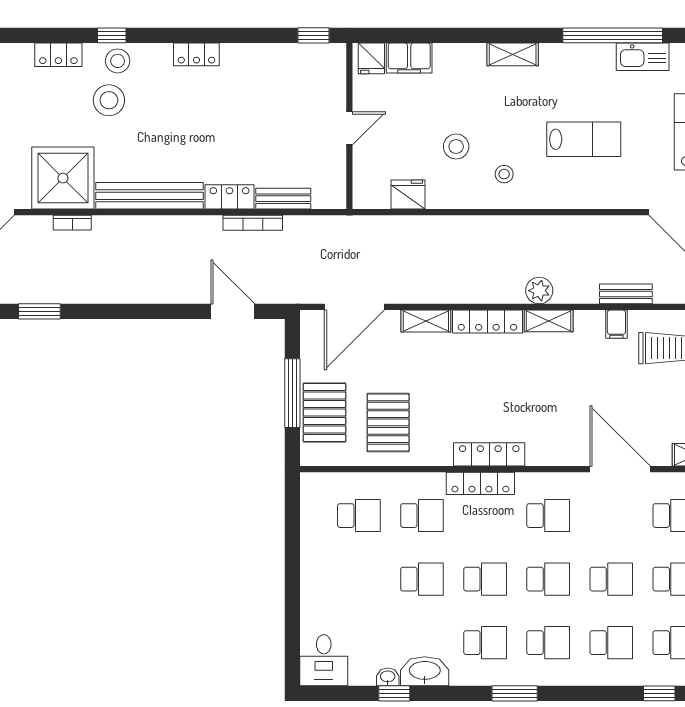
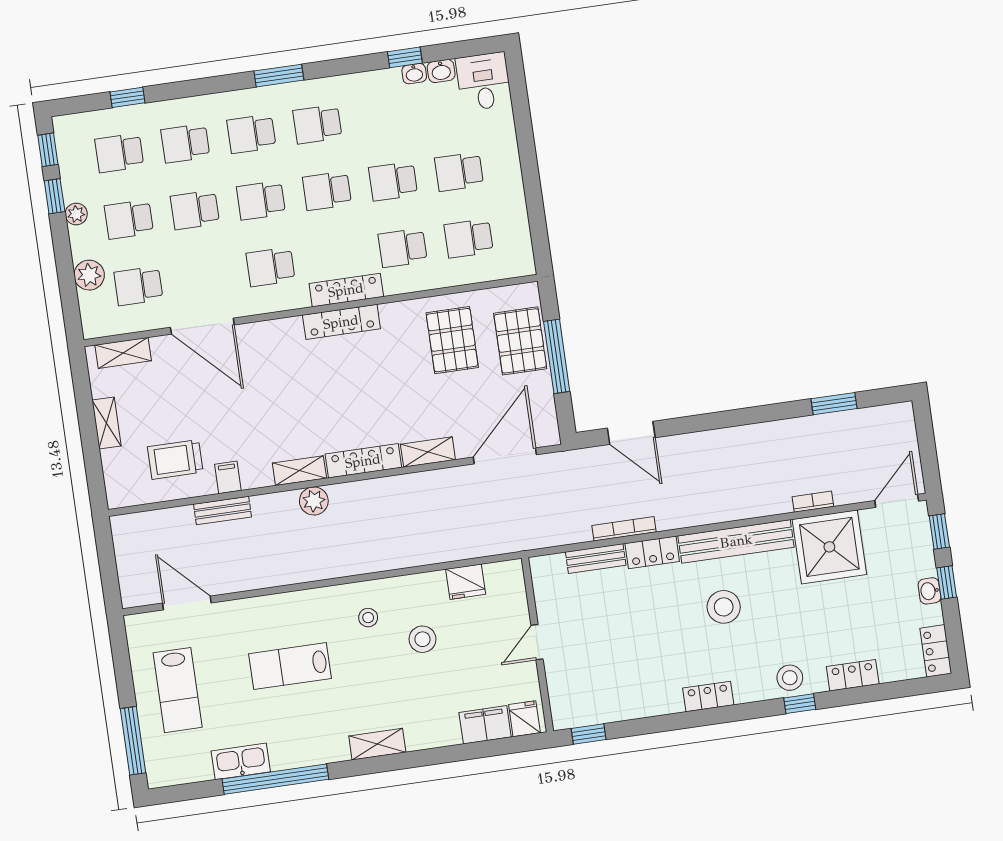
stool: (109, 100) -> (724, 607), moved
school desk: (359, 579) -> (459, 172), added
washbasin: (425, 671) -> (441, 71), moved, width x0.52, depth x0.69

